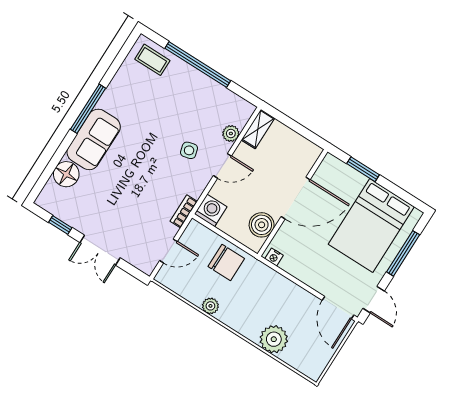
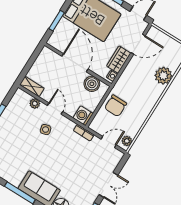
door: (168, 251) -> (109, 142), hinge flipped
chair: (226, 262) -> (116, 106), turned 180
wardrobe: (300, 268) -> (119, 60), added
plant: (210, 306) -> (127, 141), moved
door: (338, 308) -> (138, 44), moved

